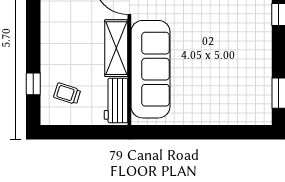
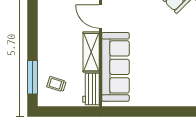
window: (33, 84) -> (32, 77), width x2.17

